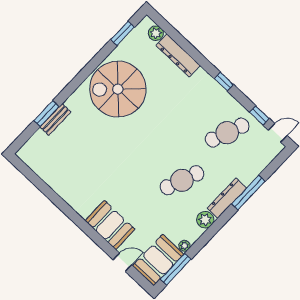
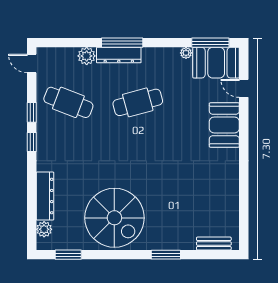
window: (46, 114) -> (166, 255), moved
window: (259, 115) -> (32, 112), moved
bench: (55, 119) -> (214, 244), moved
cafe table: (182, 180) -> (138, 102), turned -36
window: (248, 193) -> (122, 43), moved
plant: (205, 220) -> (87, 56), moved

